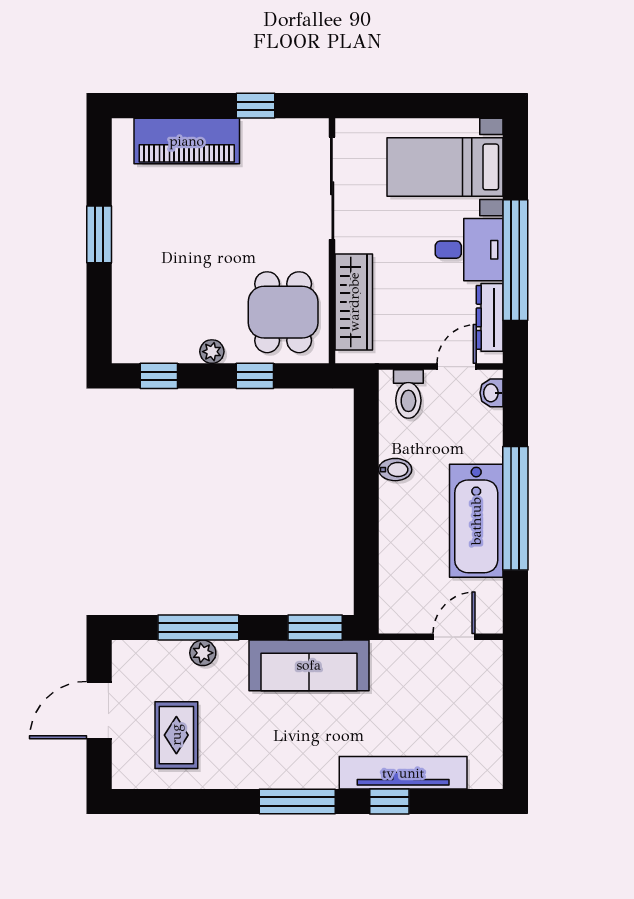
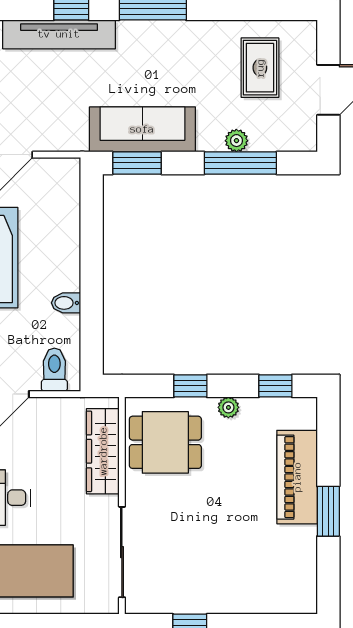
piano: (187, 141) -> (297, 477), moved, turned -90
dining table: (283, 312) -> (165, 442), turned 90

